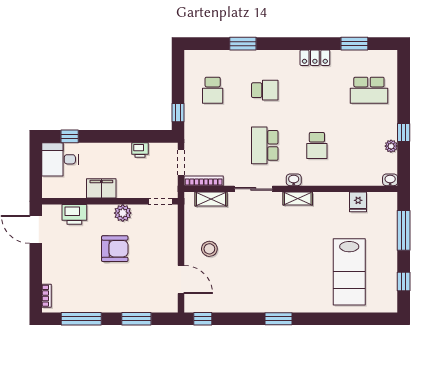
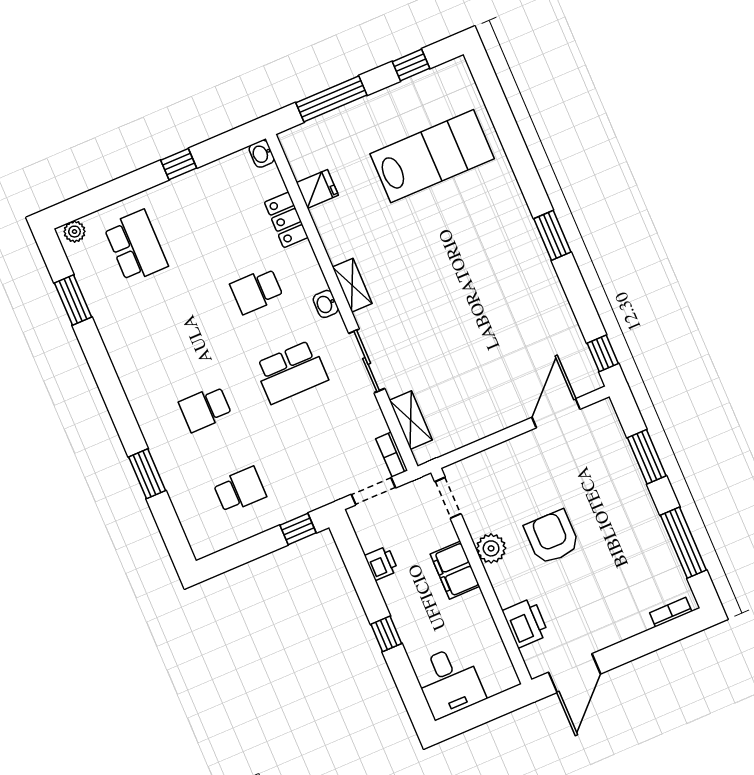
locker: (315, 58) -> (286, 220), moved, turned 180
school desk: (265, 90) -> (205, 409), turned -90
window: (70, 136) -> (386, 634), moved
school desk: (317, 145) -> (257, 291), turned 180
plant: (391, 146) -> (75, 232), moved
bookcase: (204, 181) -> (392, 455), width x0.64
filing cabinet: (101, 188) -> (455, 570), moved
stool: (209, 249) -> (489, 390), removed

